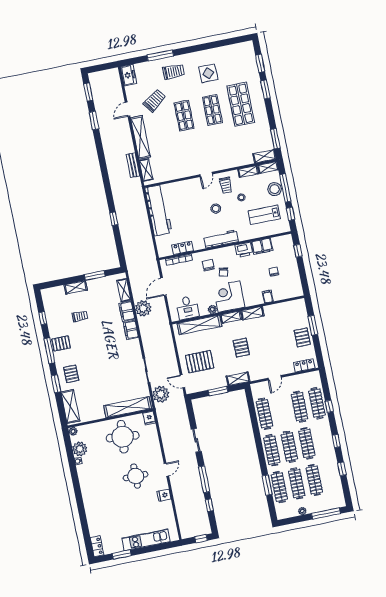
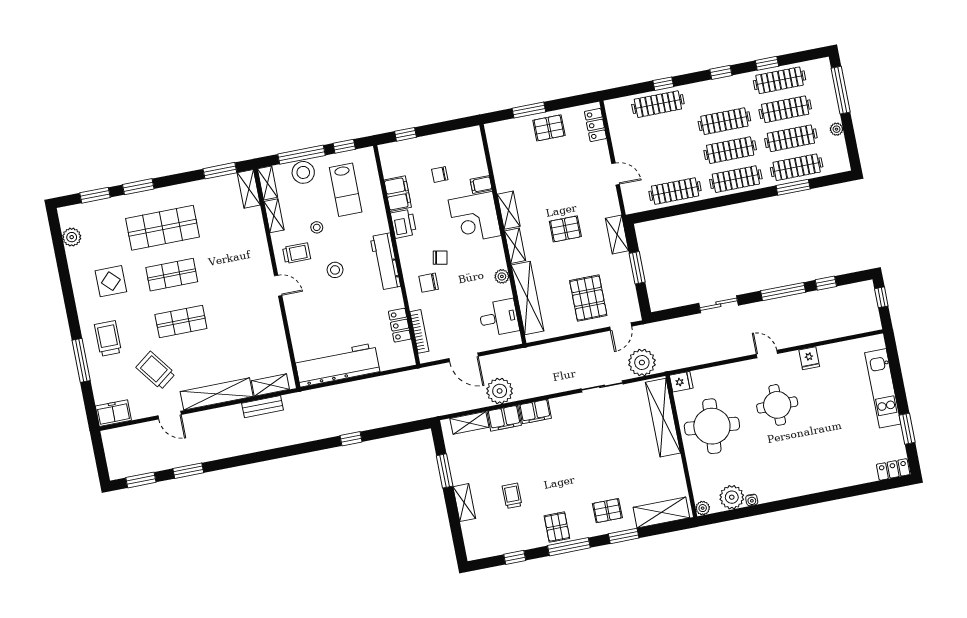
plant: (235, 49) -> (72, 237), added
corner desk: (229, 297) -> (475, 218), moved
clothes rail: (299, 407) -> (779, 80), moved

